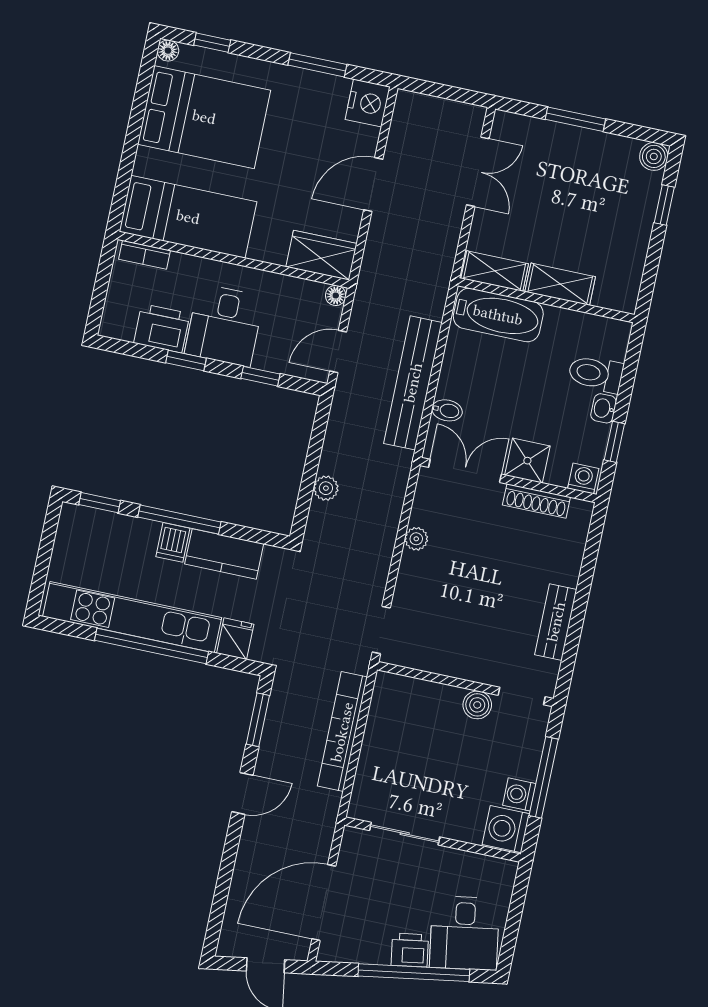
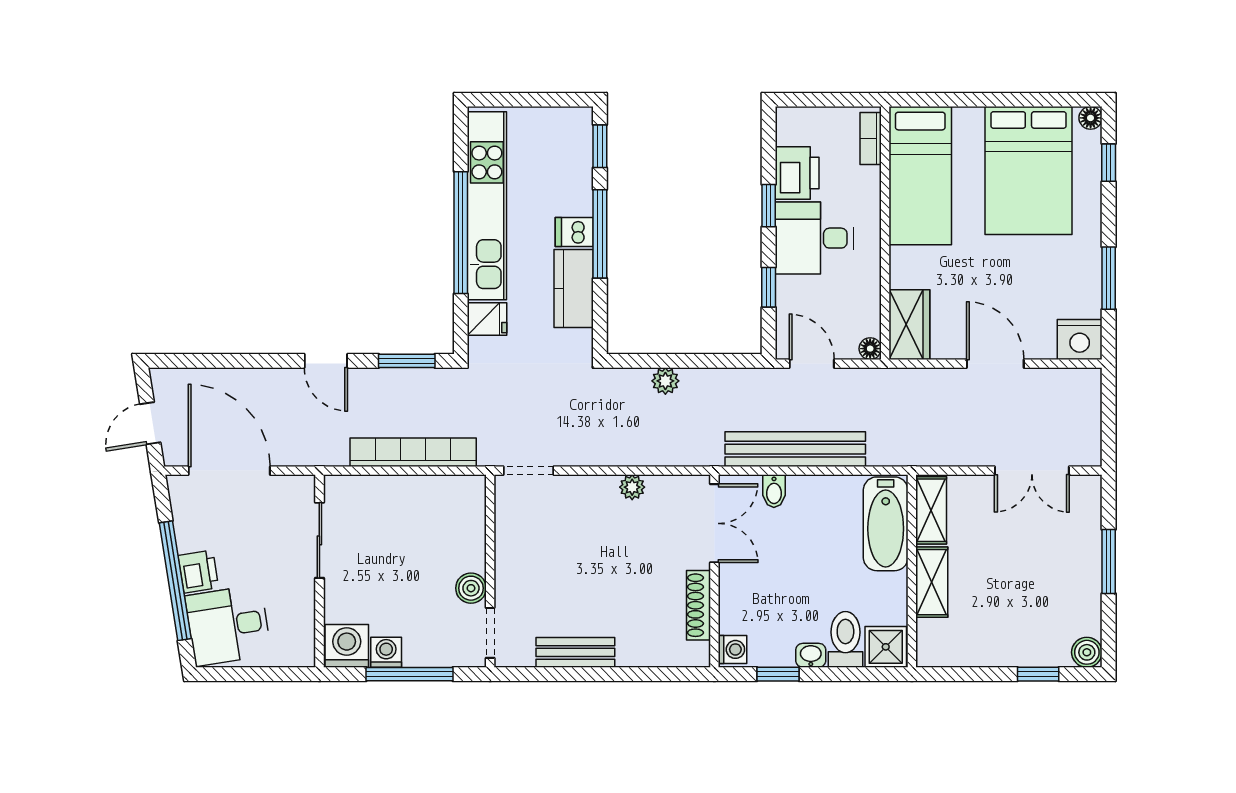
shower: (527, 461) -> (886, 647), moved

